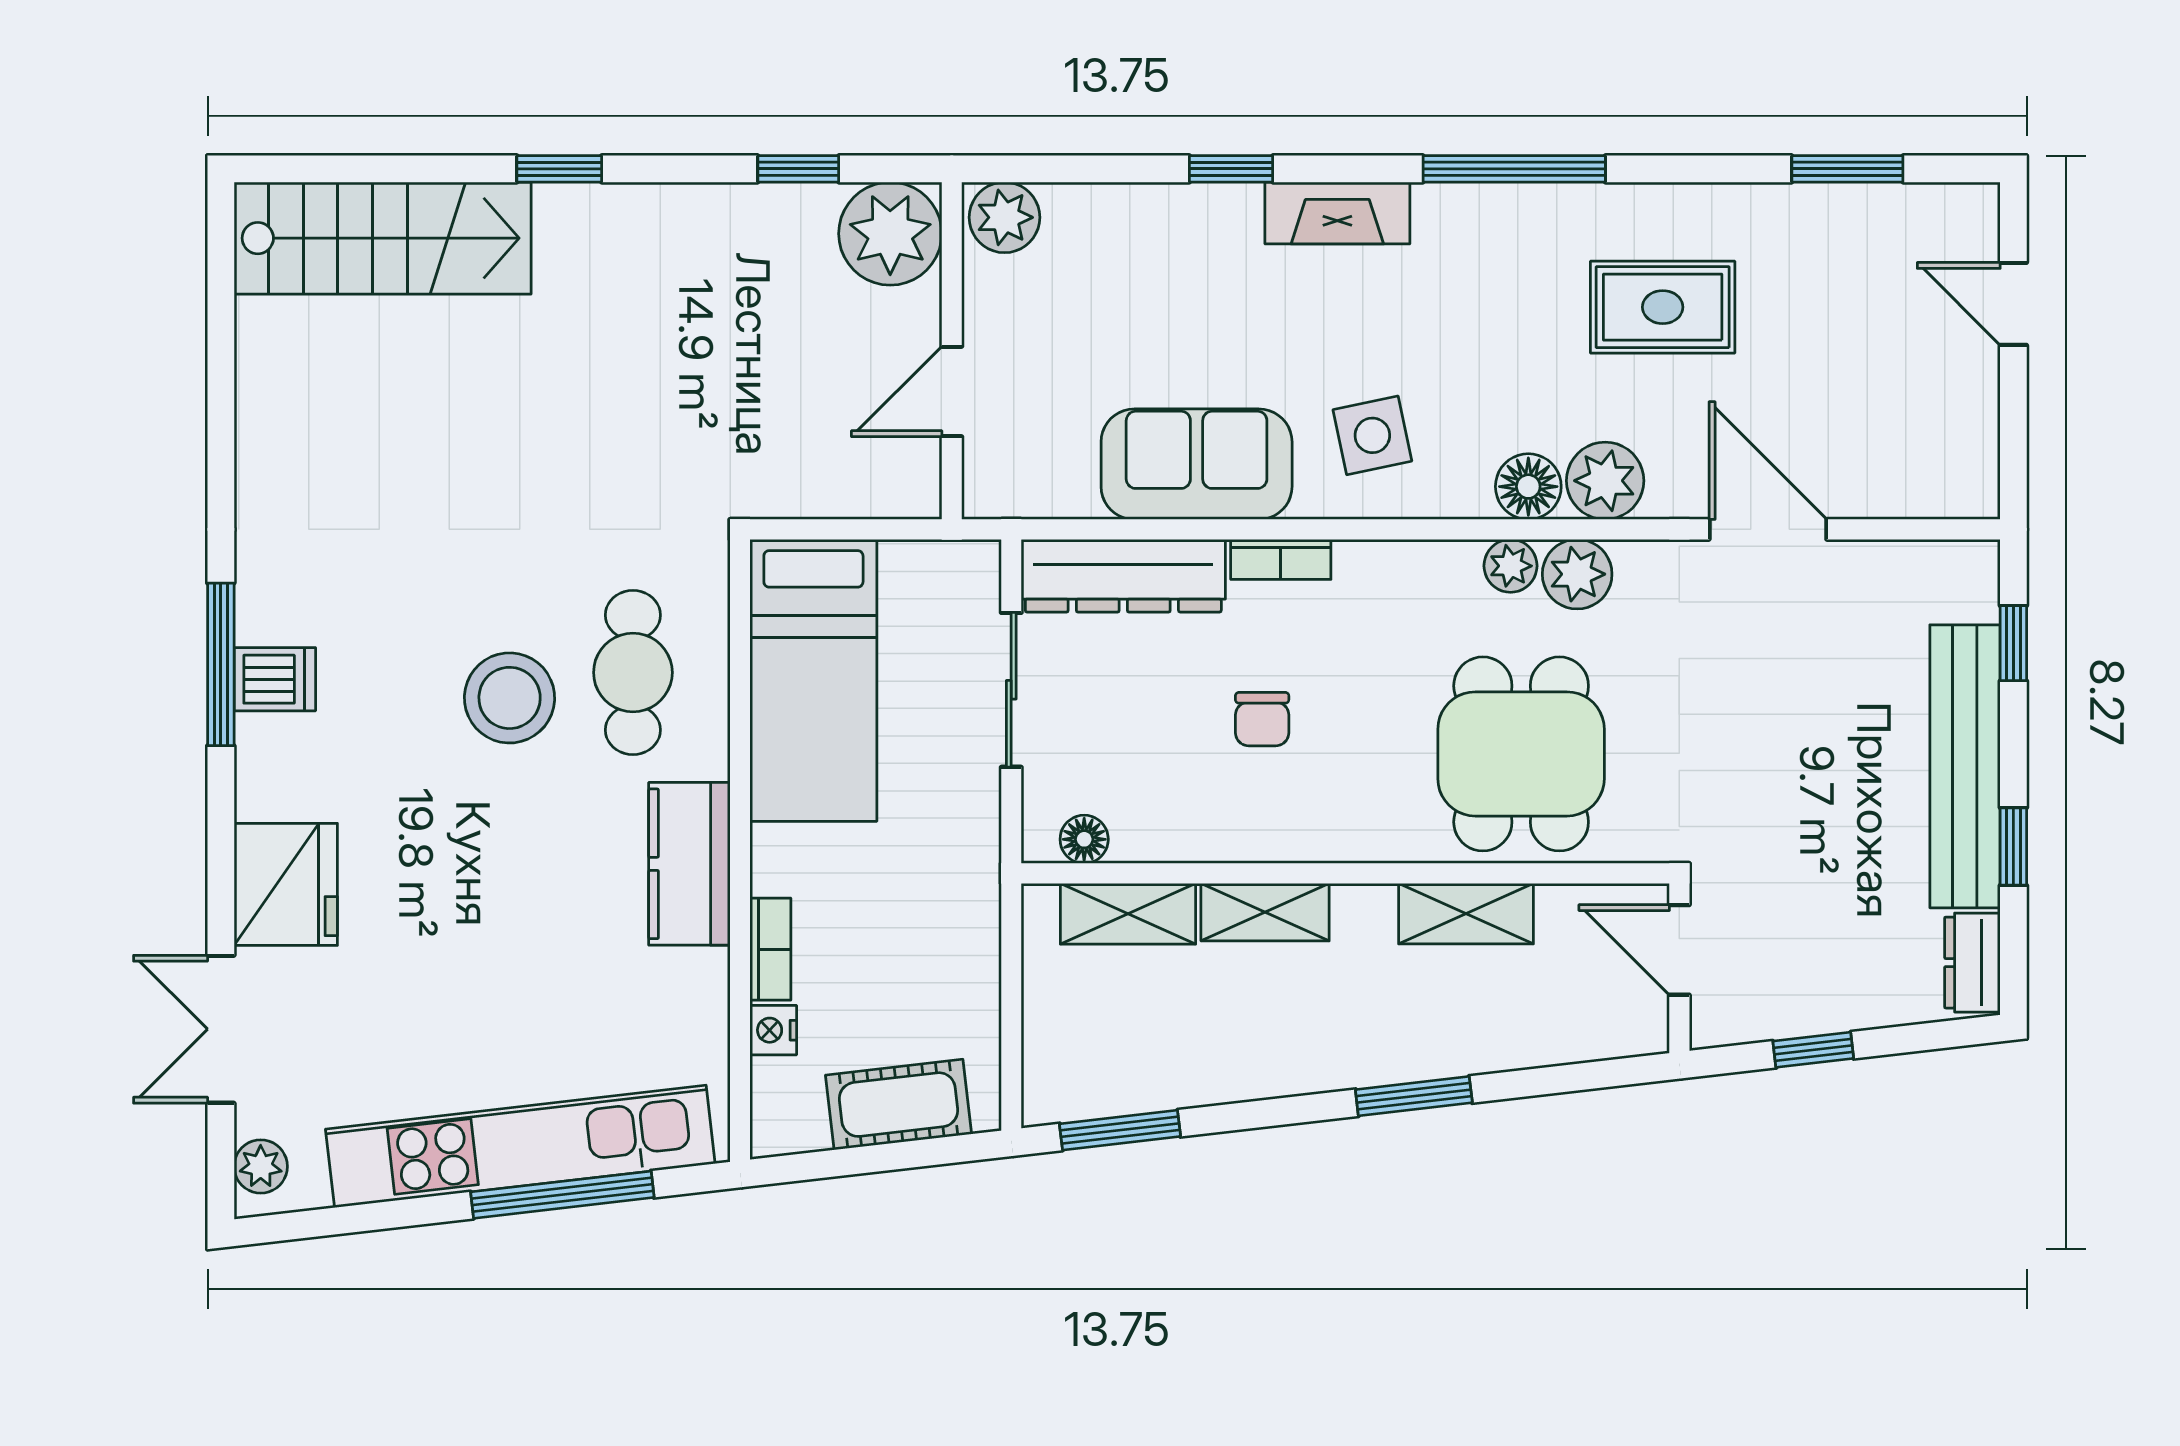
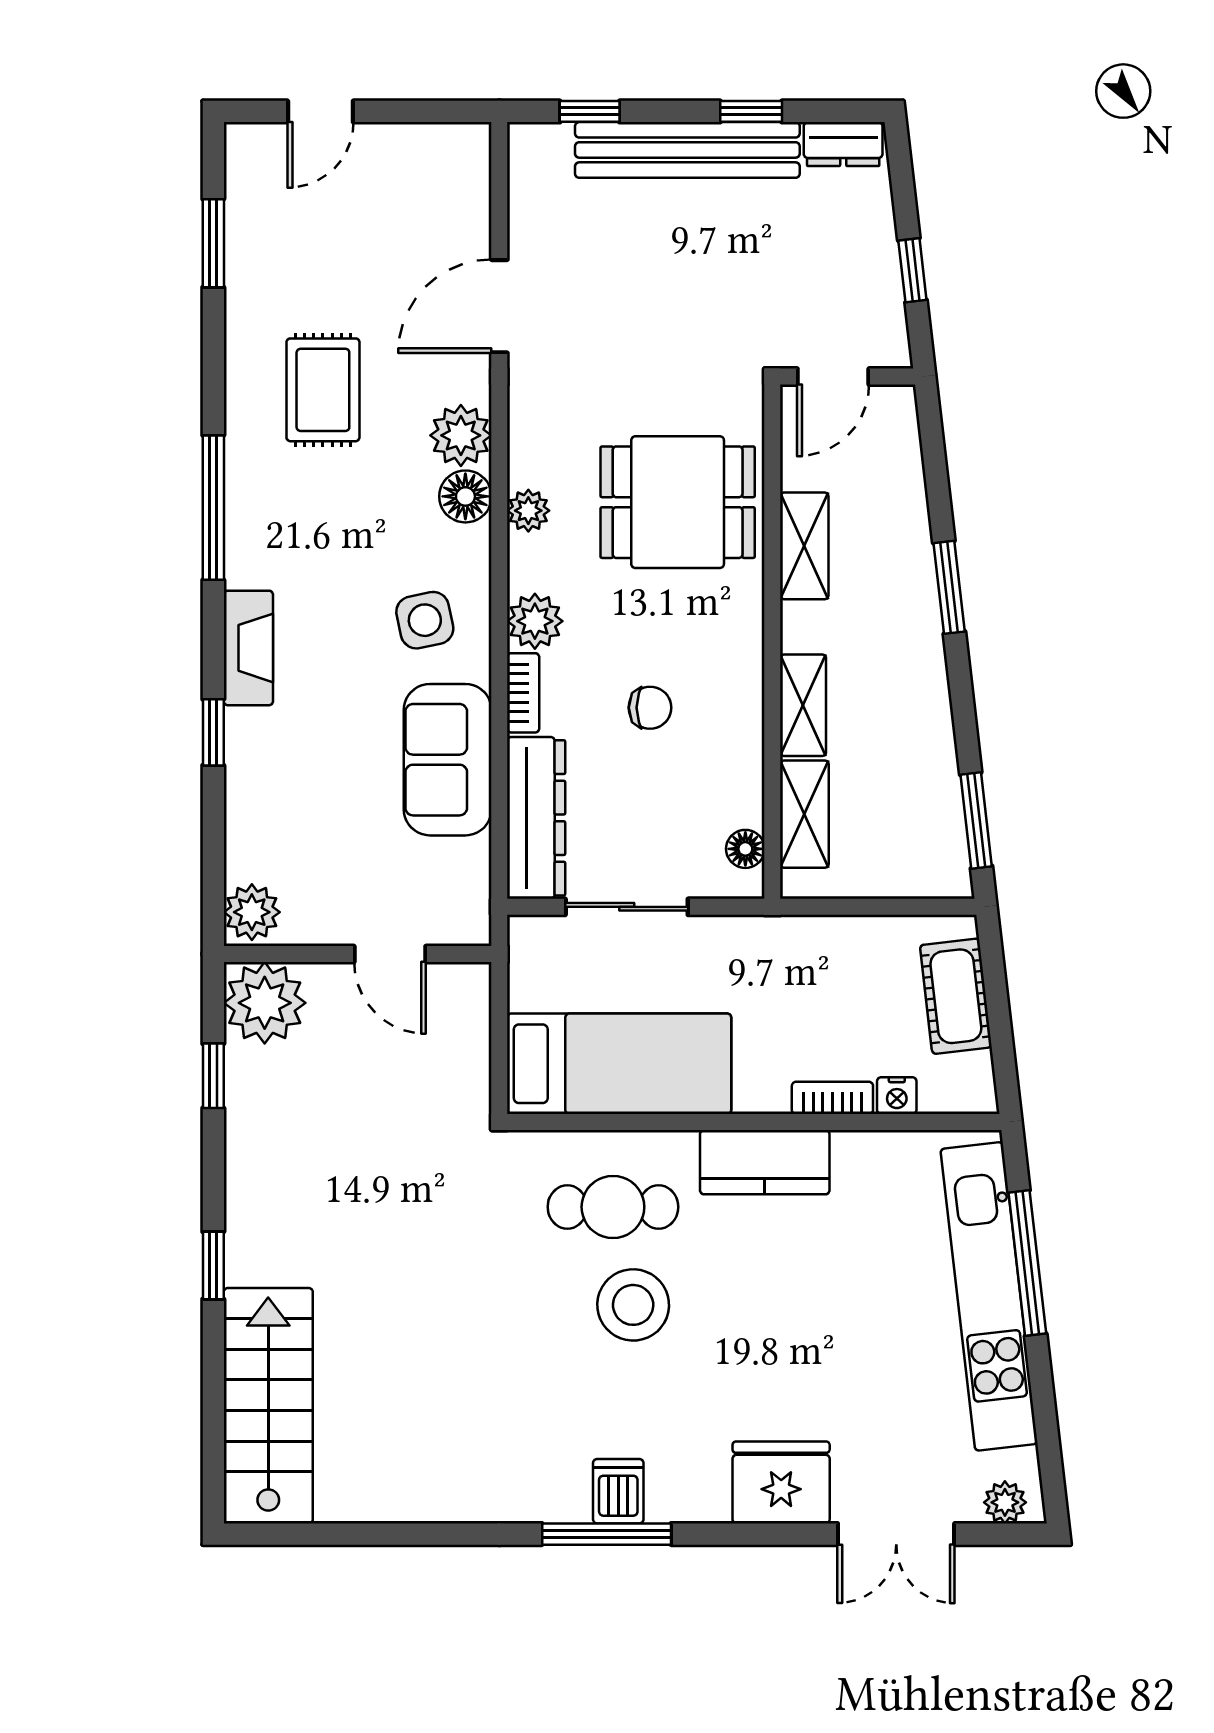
plant: (1577, 574) -> (535, 621), moved

